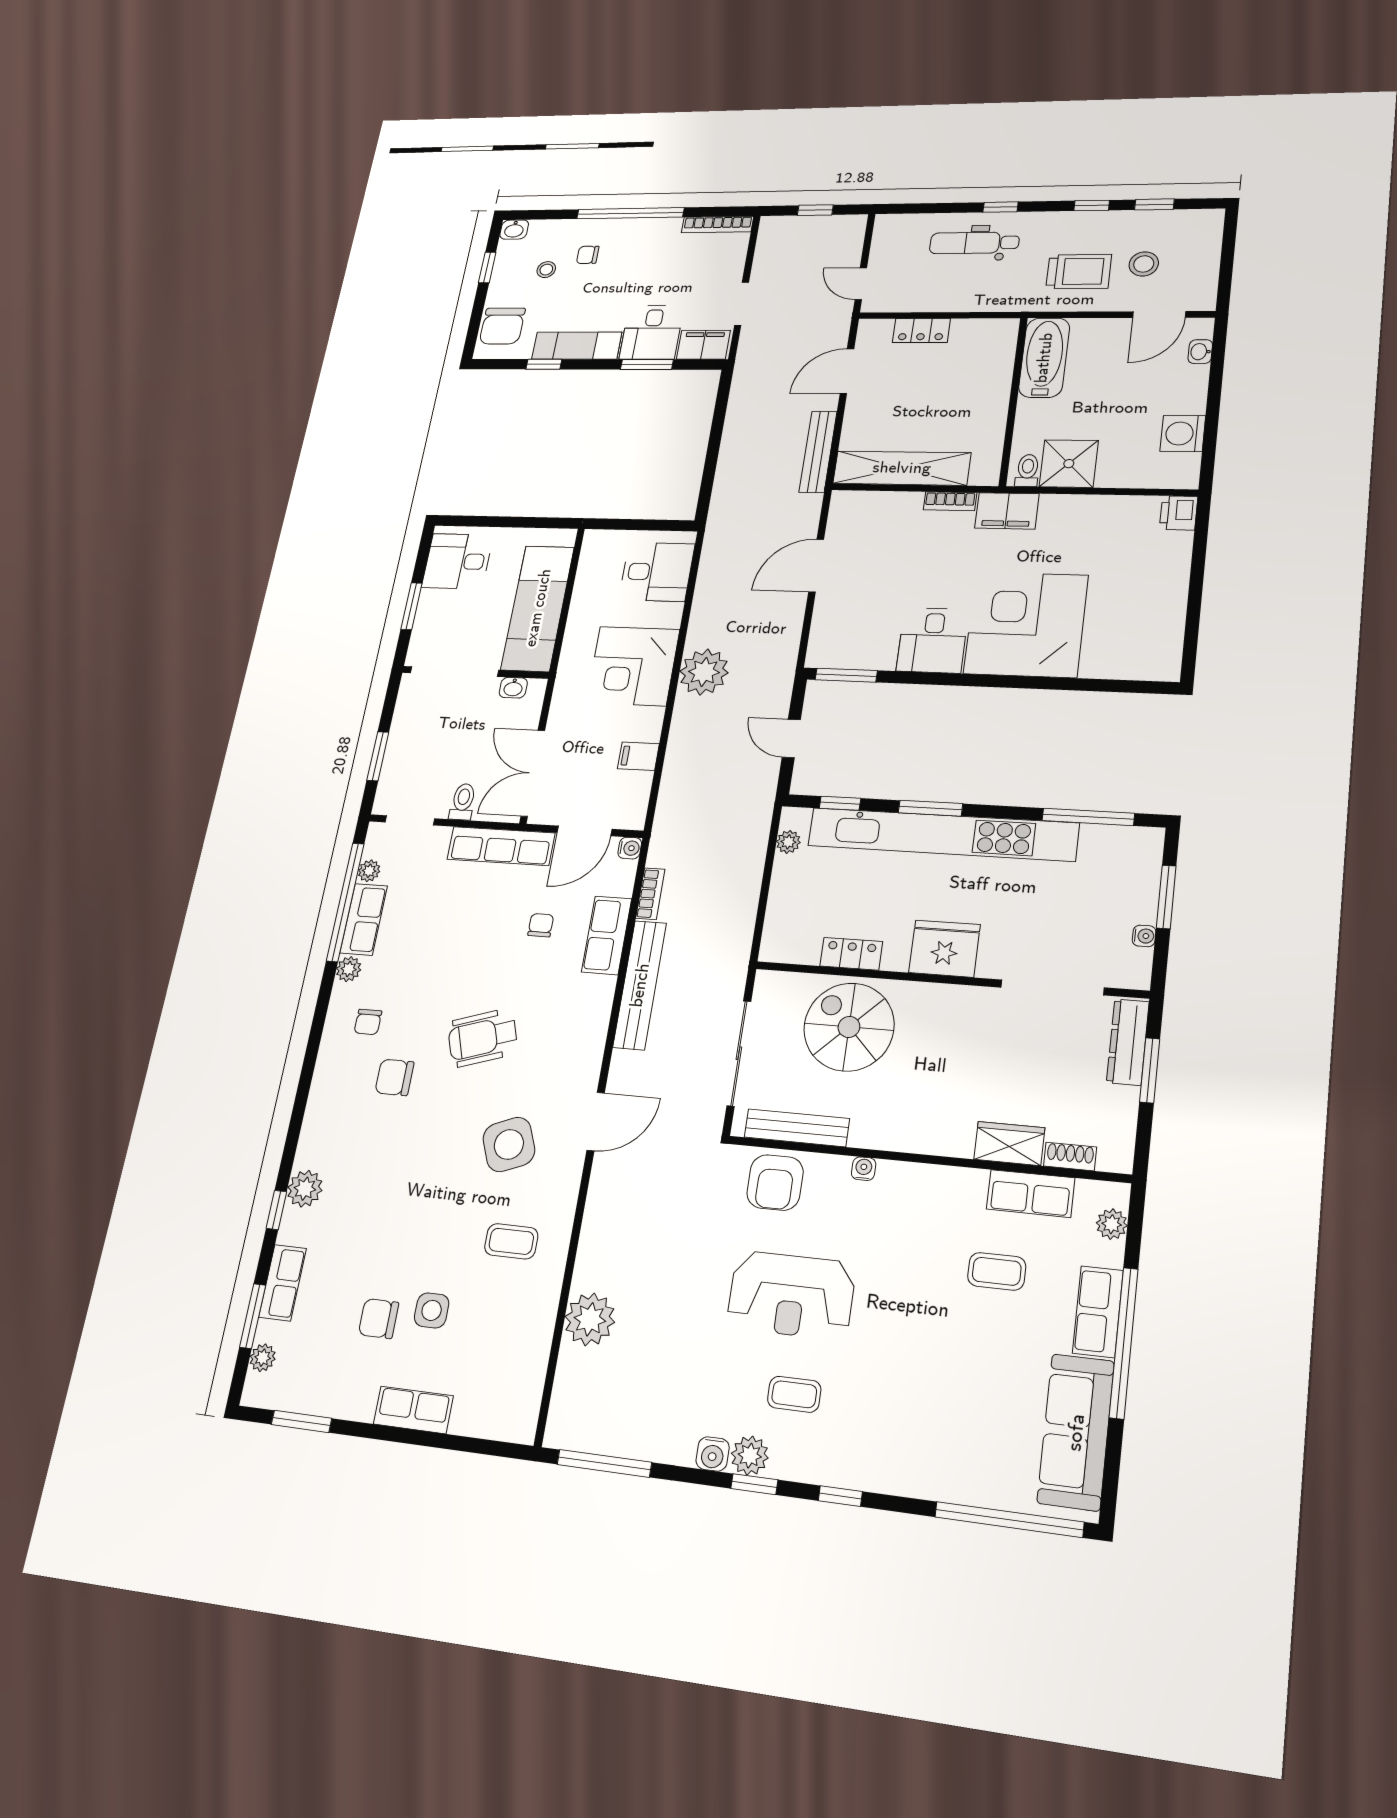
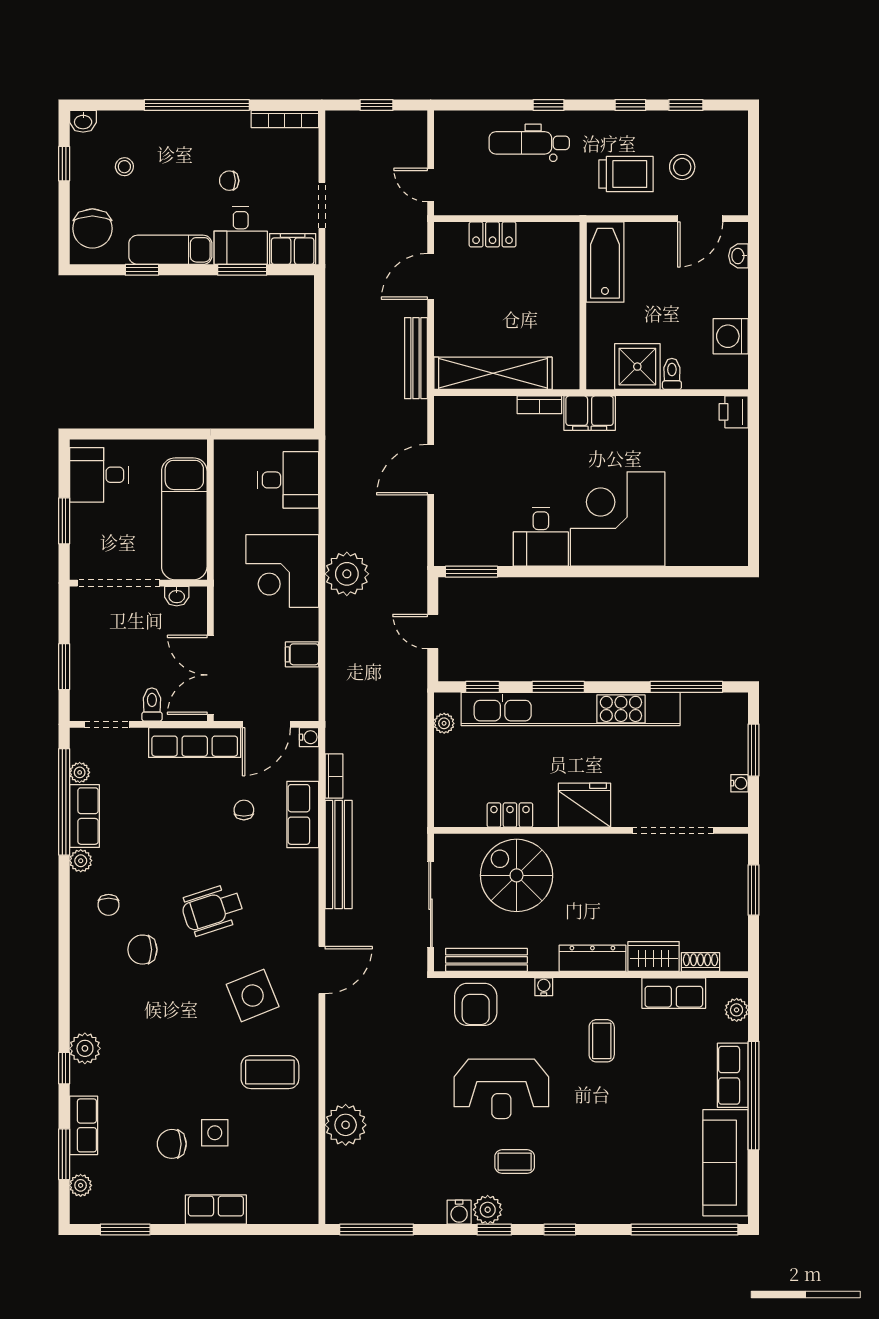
chair: (588, 255) -> (229, 181), moved
toilet: (1027, 471) -> (672, 374), moved
dresser: (1128, 1042) -> (592, 958), moved, turned 90
coffee table: (511, 1241) -> (270, 1072), width x1.36, depth x1.30
coffee table: (997, 1271) -> (602, 1041), moved, turned 90

